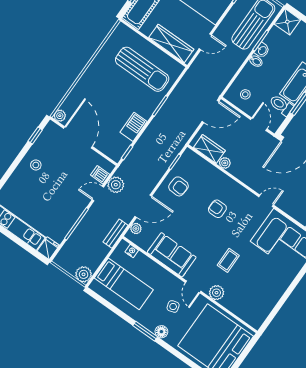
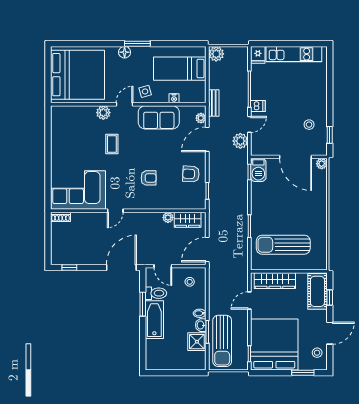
shower: (287, 22) -> (197, 342), moved
barbecue: (134, 127) -> (258, 170), moved
stool: (36, 165) -> (309, 125), moved
dishwasher: (100, 175) -> (258, 106), moved
nightstand: (132, 251) -> (174, 98), moved
door: (193, 287) -> (125, 104), hinge flipped
side table: (173, 306) -> (145, 91), moved

